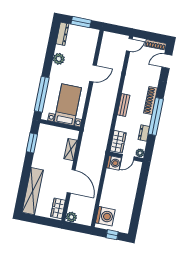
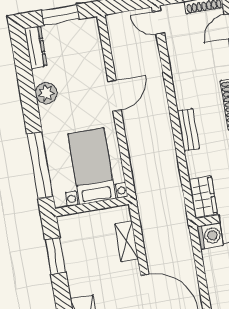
door: (129, 45) -> (158, 22), swing flipped

